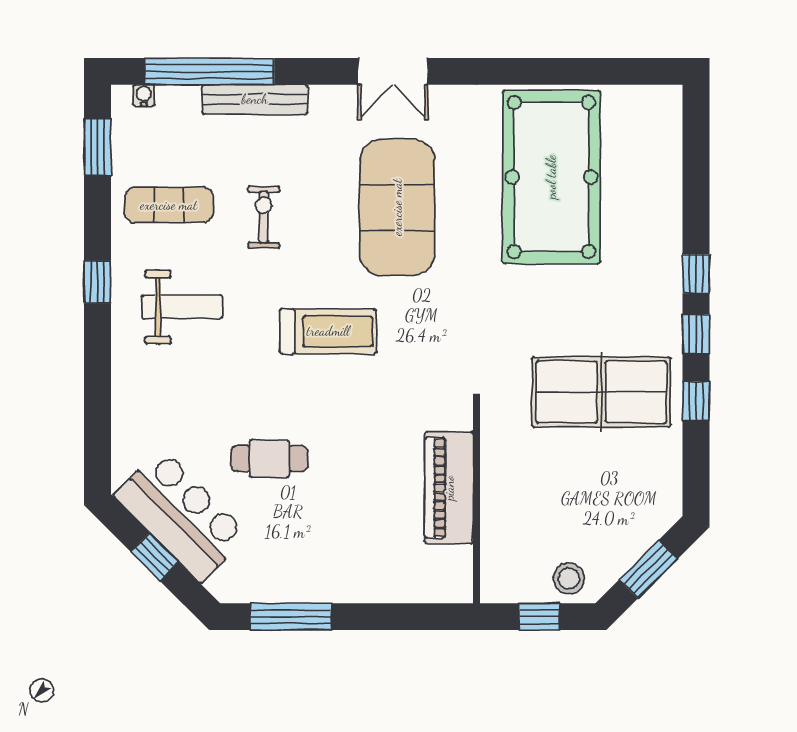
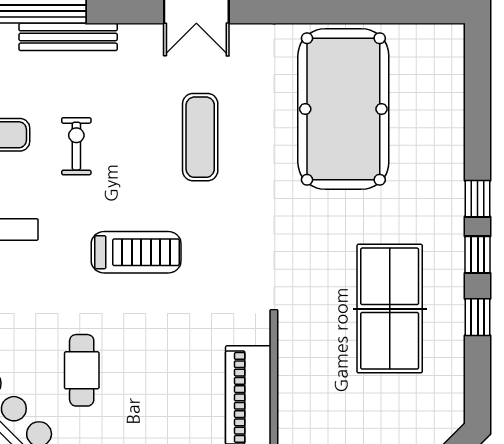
exercise mat: (397, 207) -> (200, 137), width x0.50, depth x0.69
table tennis table: (601, 392) -> (390, 309), turned 90
cafe table: (270, 459) -> (82, 370), turned 90

